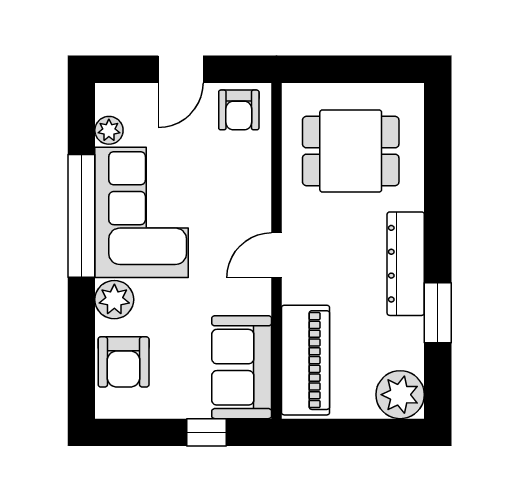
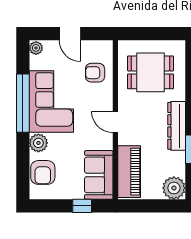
door: (181, 69) -> (70, 34), hinge flipped
armchair: (239, 110) -> (95, 73), moved, turned 90
plant: (109, 130) -> (36, 48), moved
door: (277, 255) -> (115, 122), hinge flipped

